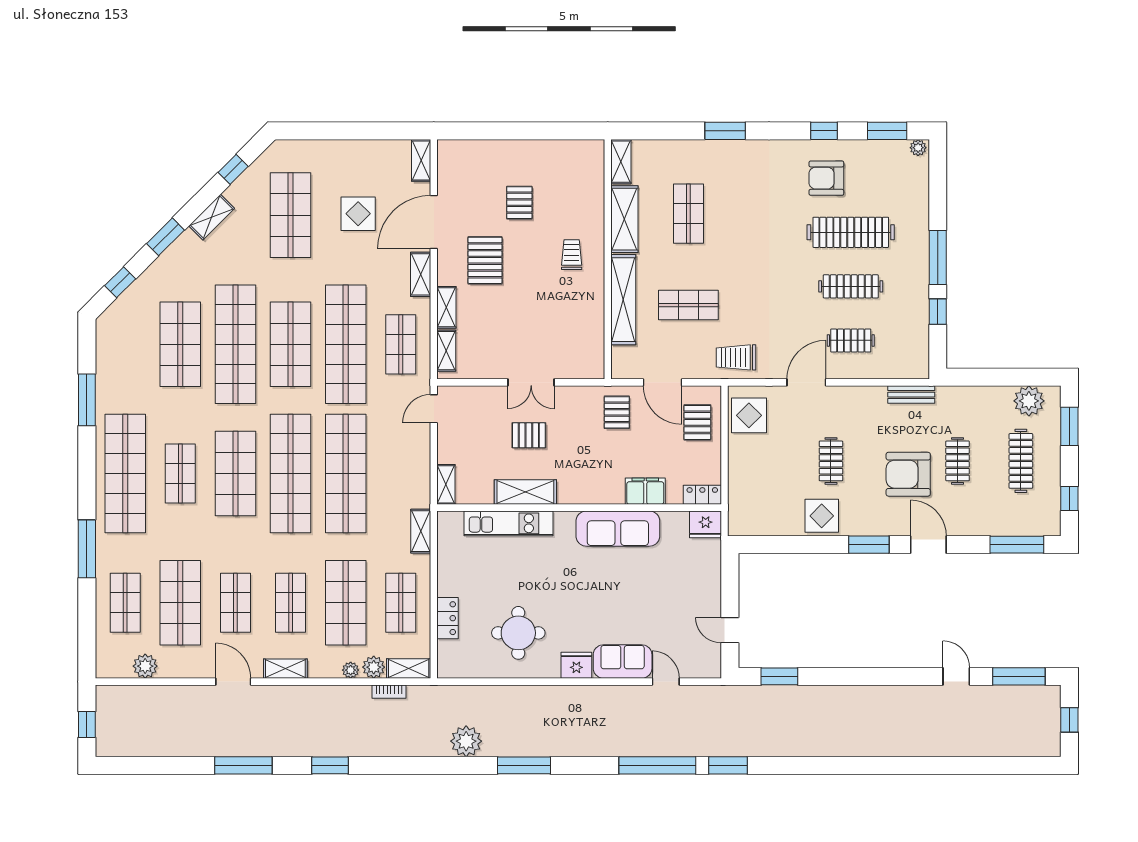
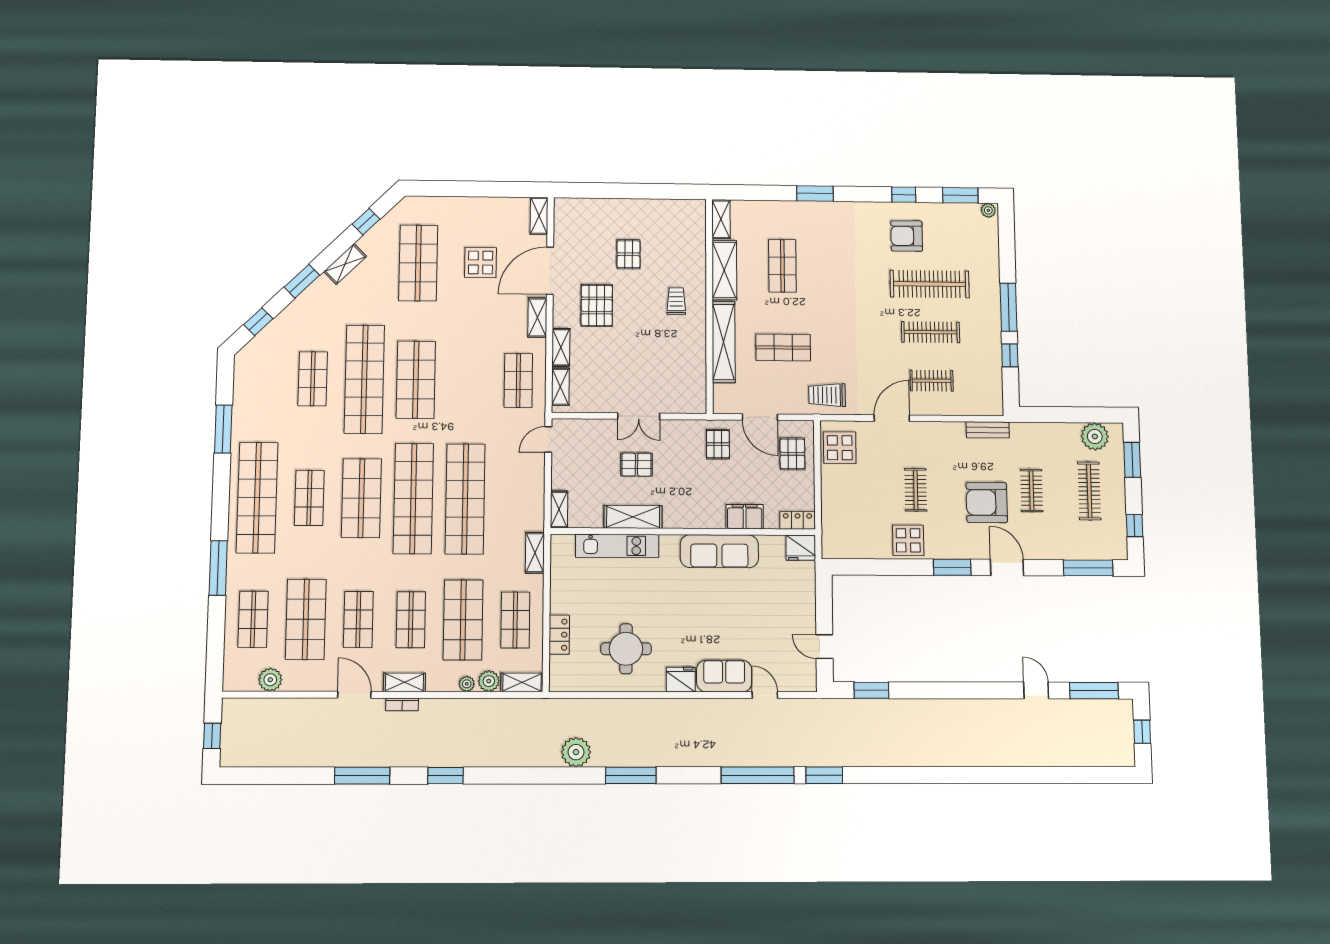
shop shelf: (180, 344) -> (313, 379), width x0.70, depth x0.74
shop shelf: (346, 344) -> (467, 380), removed
bookcase: (389, 692) -> (402, 704), moved

